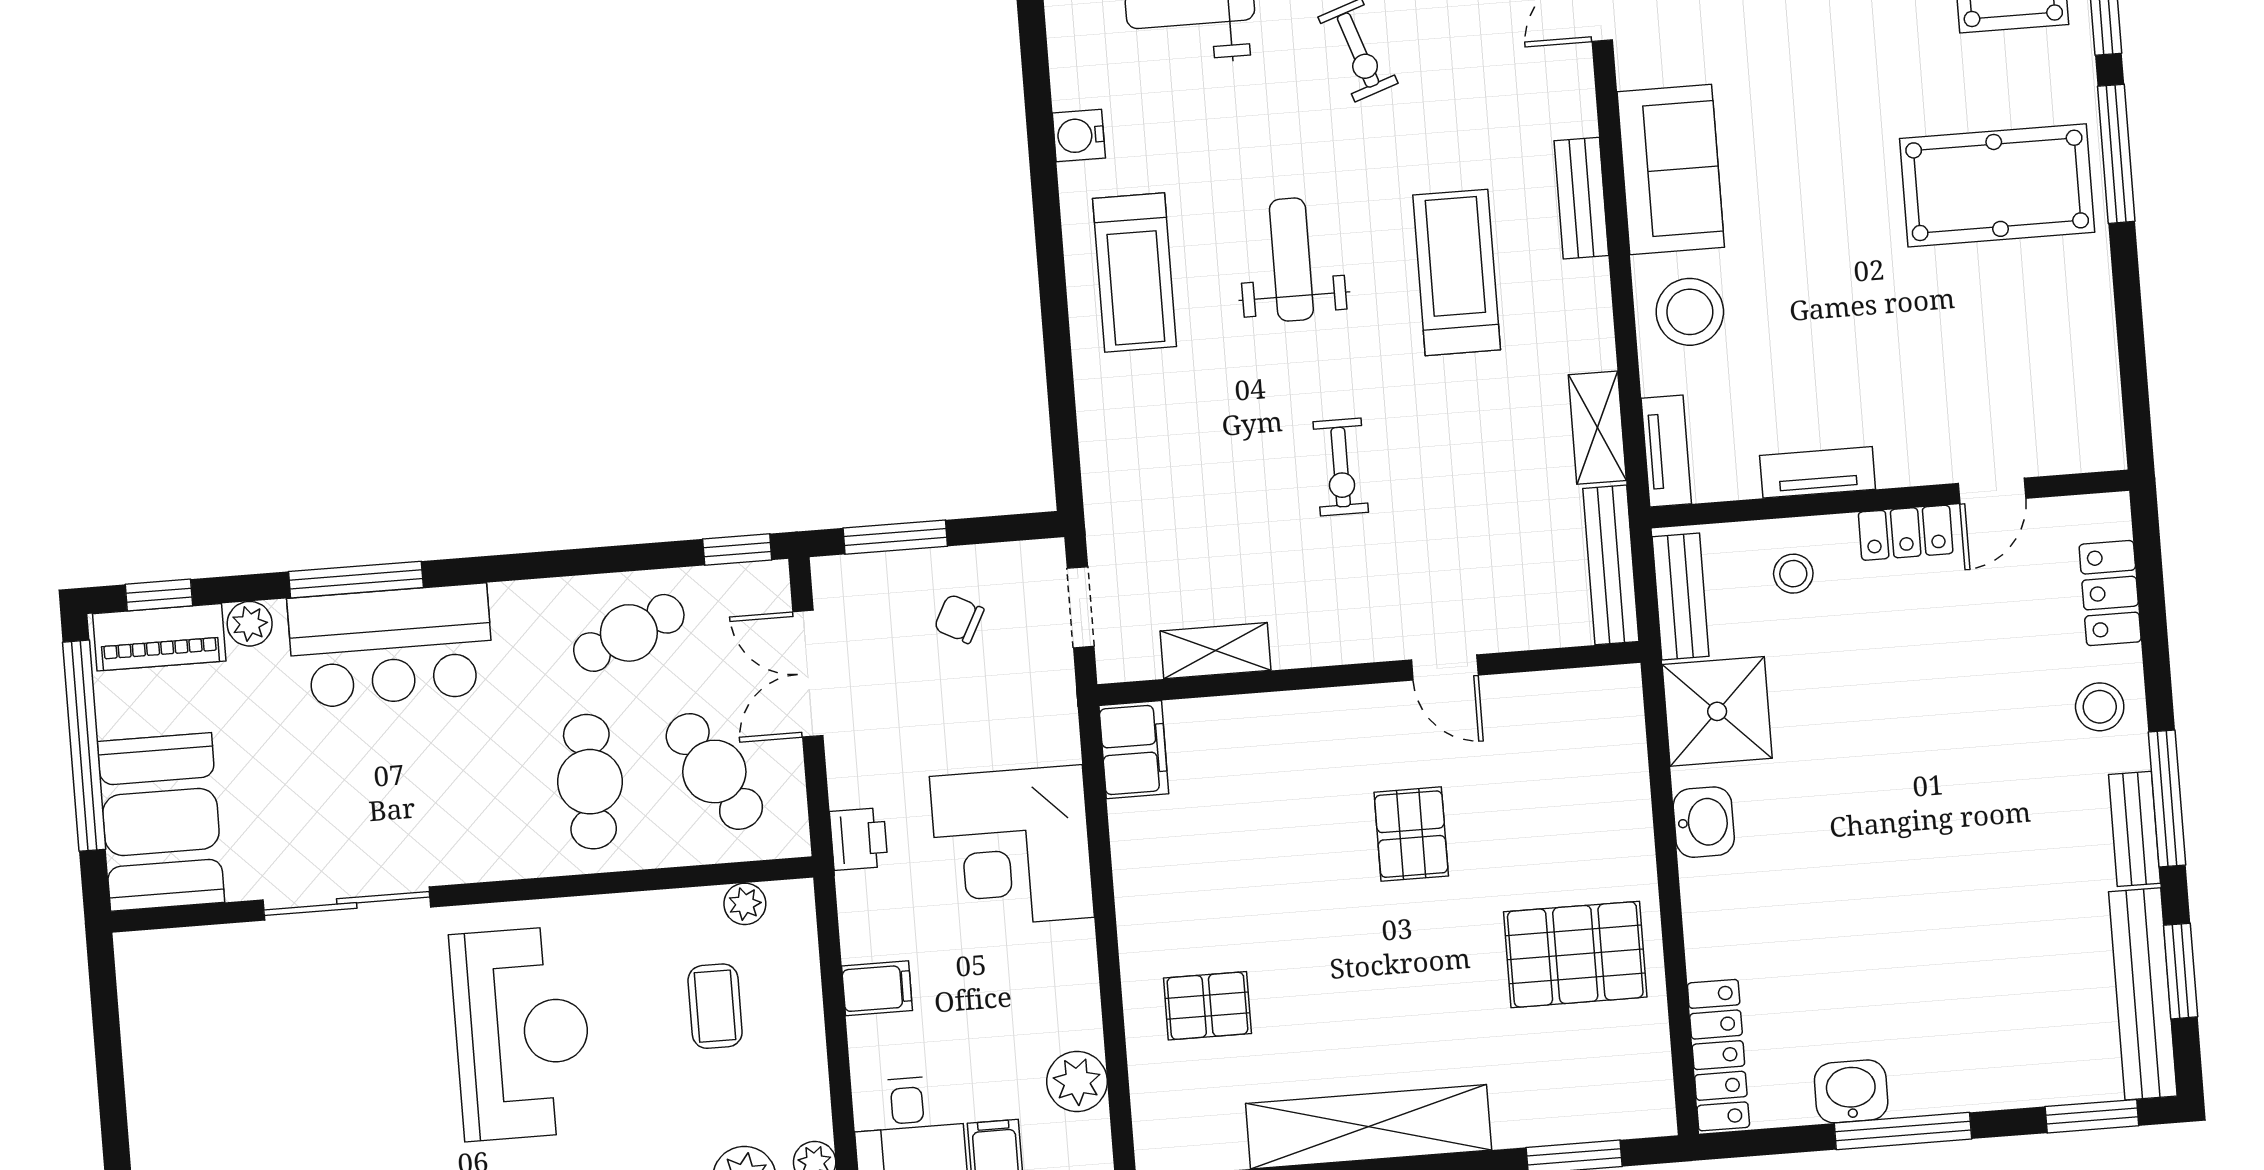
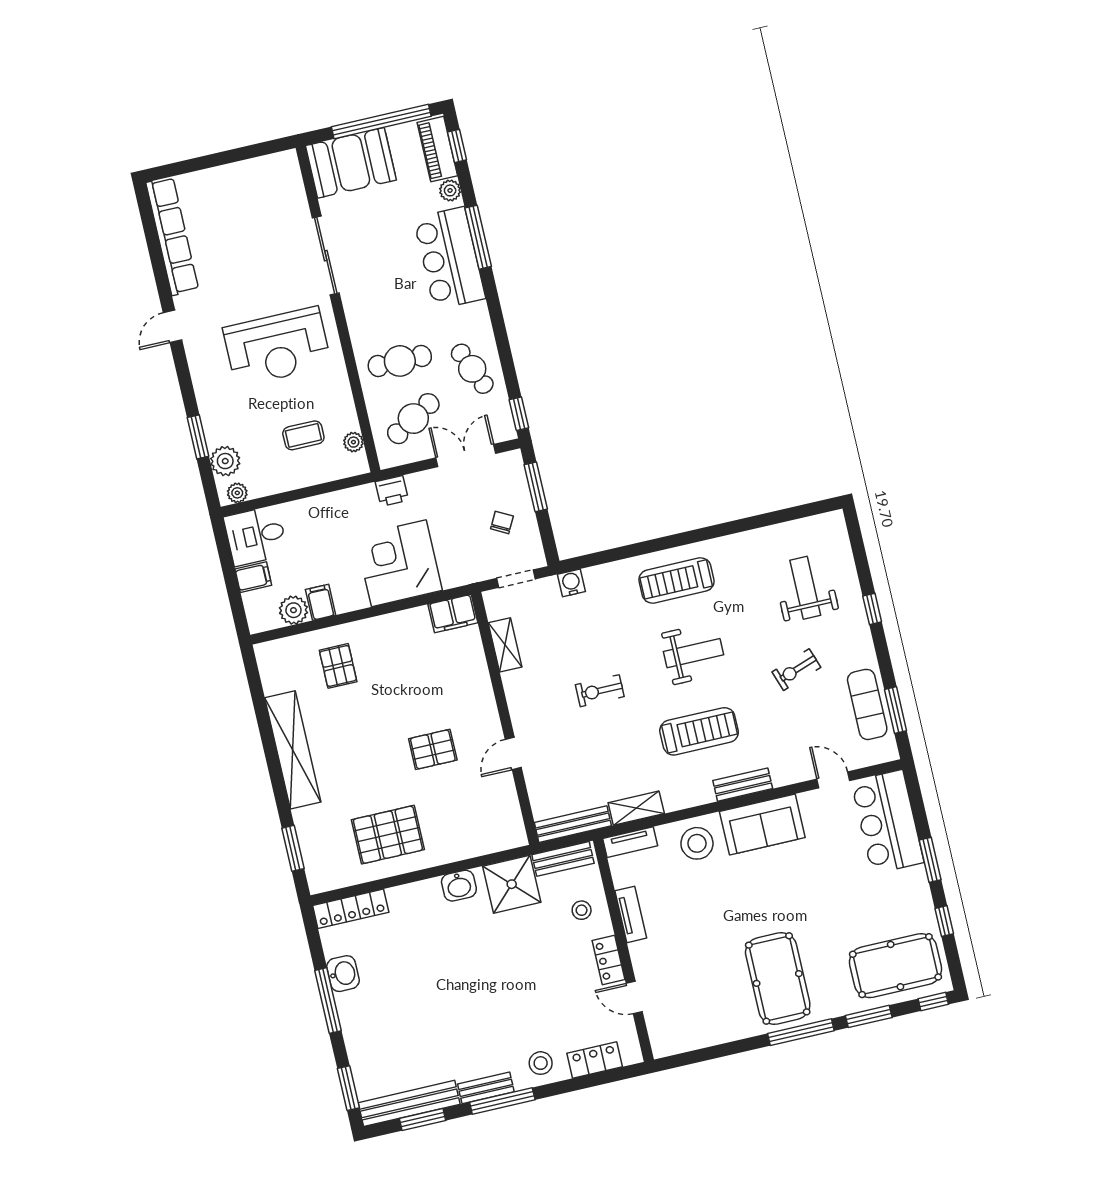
water cooler: (1079, 135) -> (571, 583), moved
pallet: (1575, 954) -> (388, 835), turned 90
filing cabinet: (877, 988) -> (321, 602), moved, turned 180

